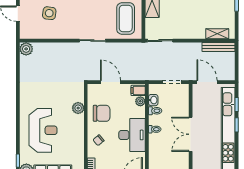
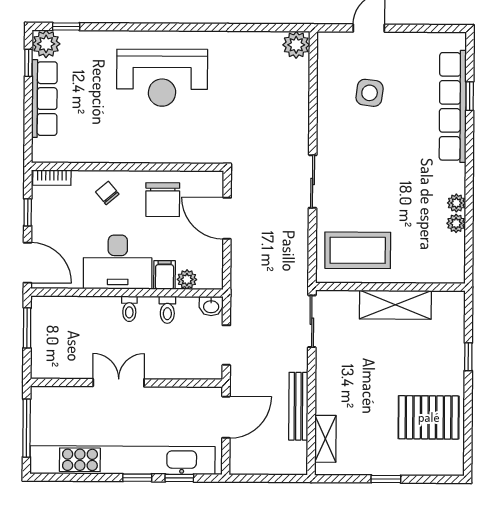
bench: (218, 47) -> (298, 406), moved
door: (111, 82) -> (227, 218), swing flipped
filing cabinet: (138, 90) -> (165, 275), moved
washbasin: (153, 100) -> (211, 306), moved
plant: (78, 108) -> (174, 151), removed
reception desk: (43, 130) -> (162, 78), moved
double door: (191, 134) -> (119, 383), width x0.73

